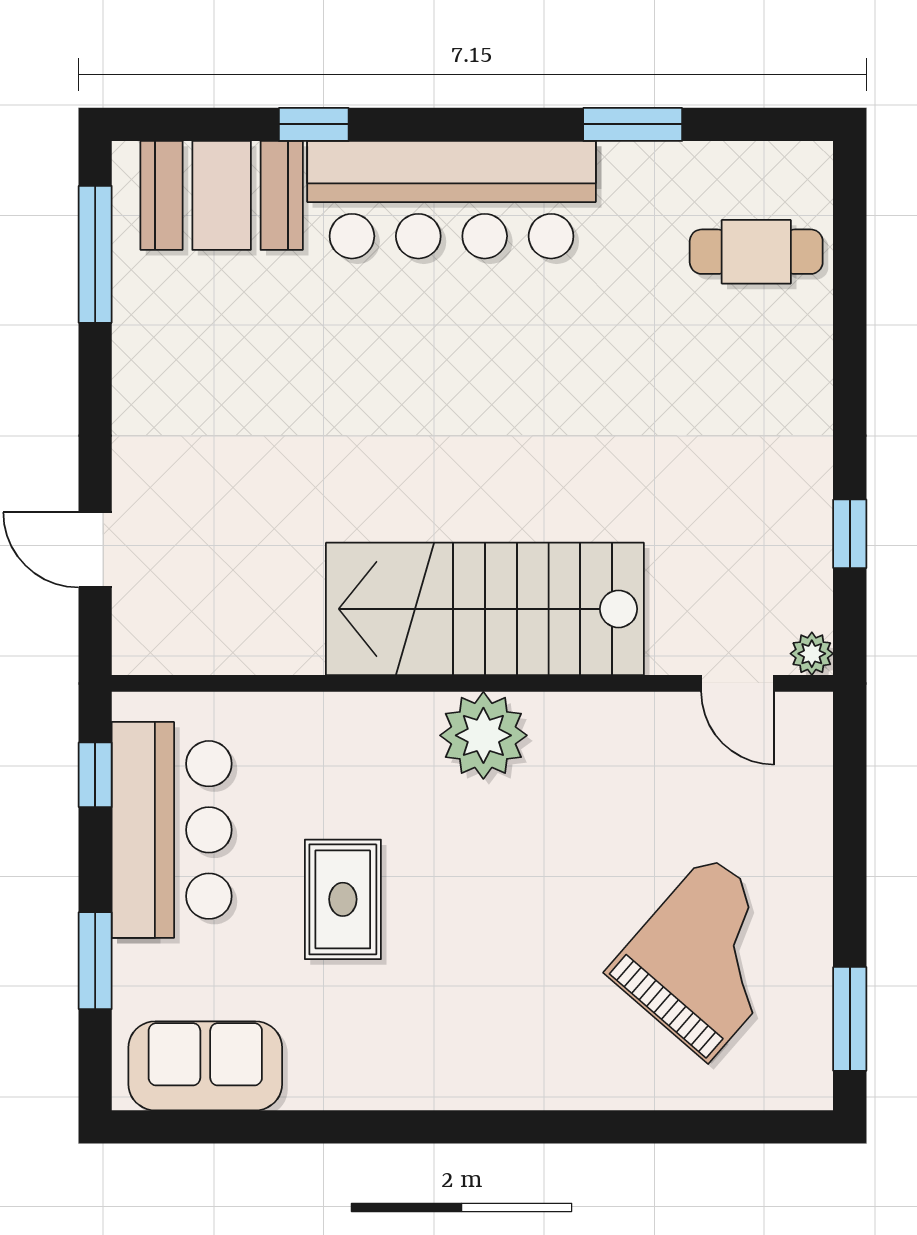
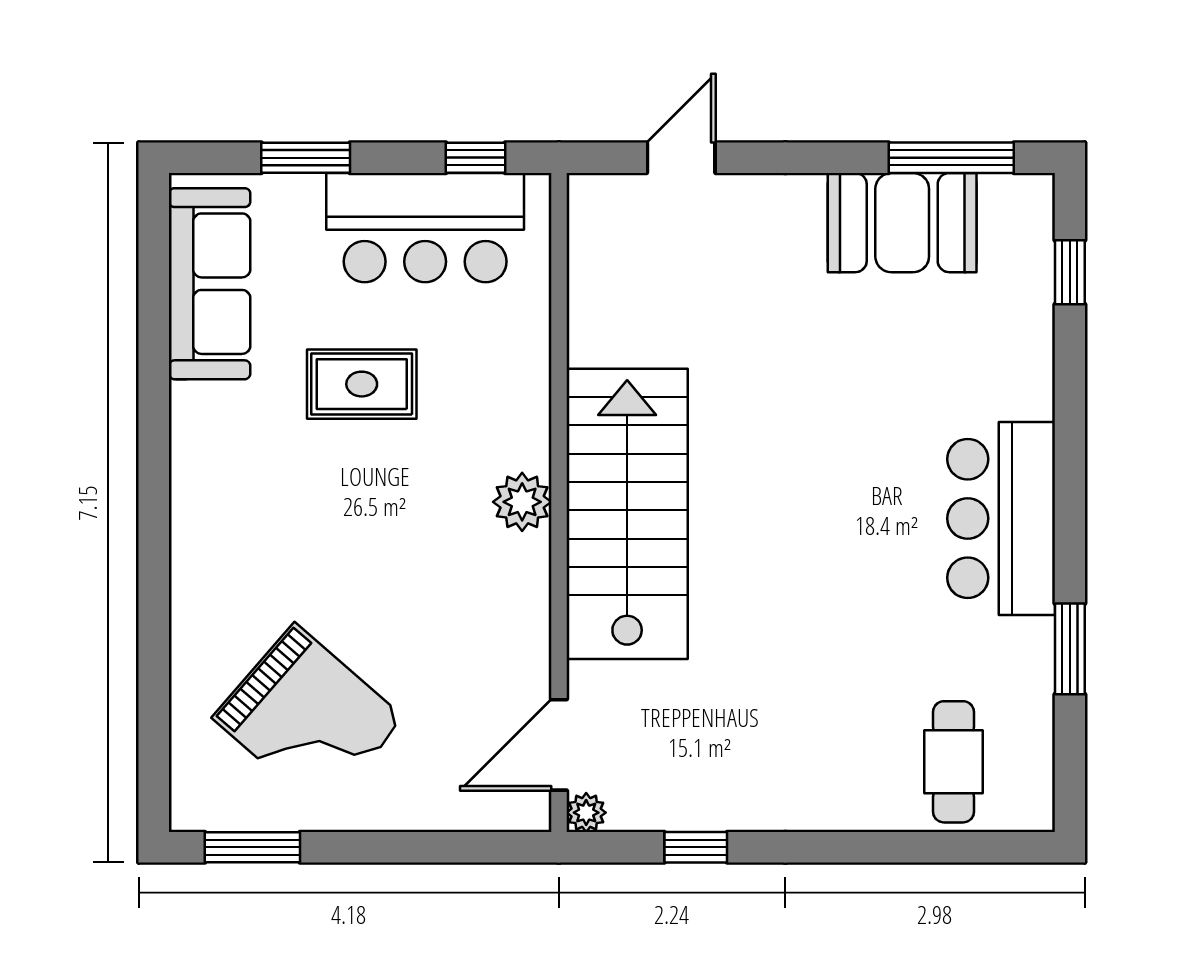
window: (314, 124) -> (1070, 272), moved
booth: (222, 195) -> (902, 223), moved, turned 90
bar counter: (451, 200) -> (1001, 518), width x0.73
door: (738, 683) -> (559, 745), width x1.38
plant: (483, 735) -> (522, 502), width x0.73, depth x0.73
sofa: (205, 1066) -> (210, 284), width x1.36

